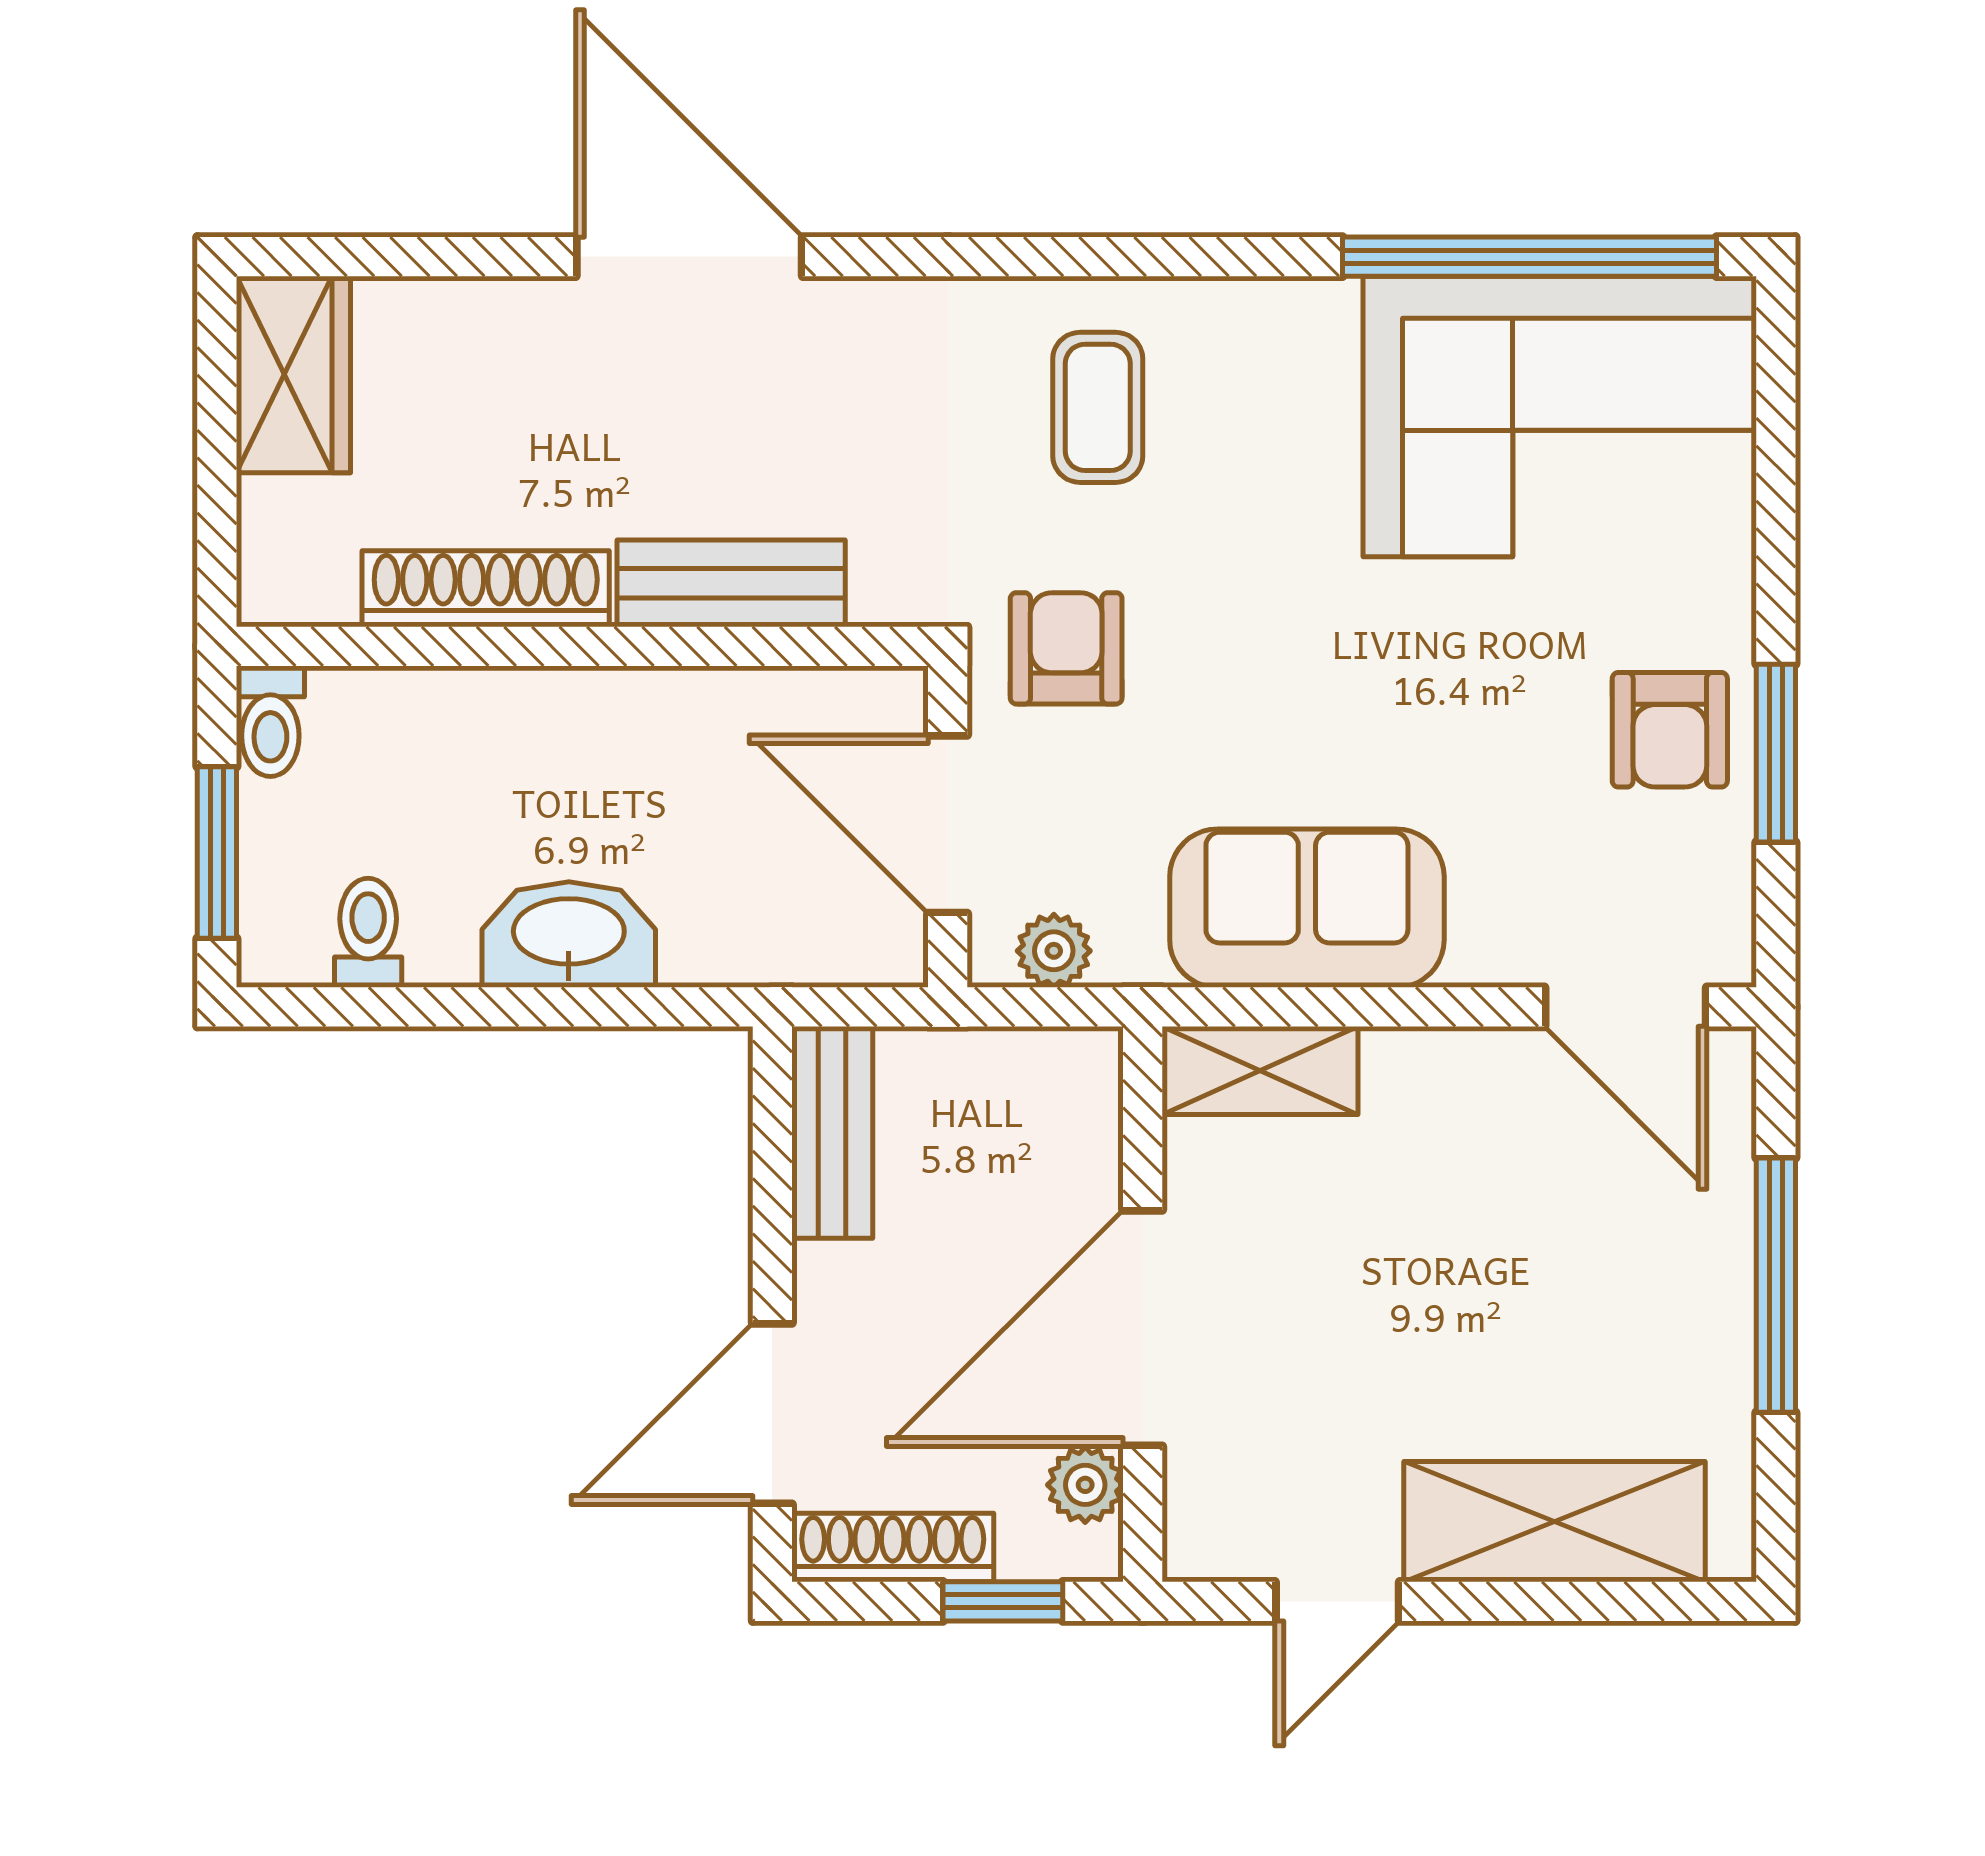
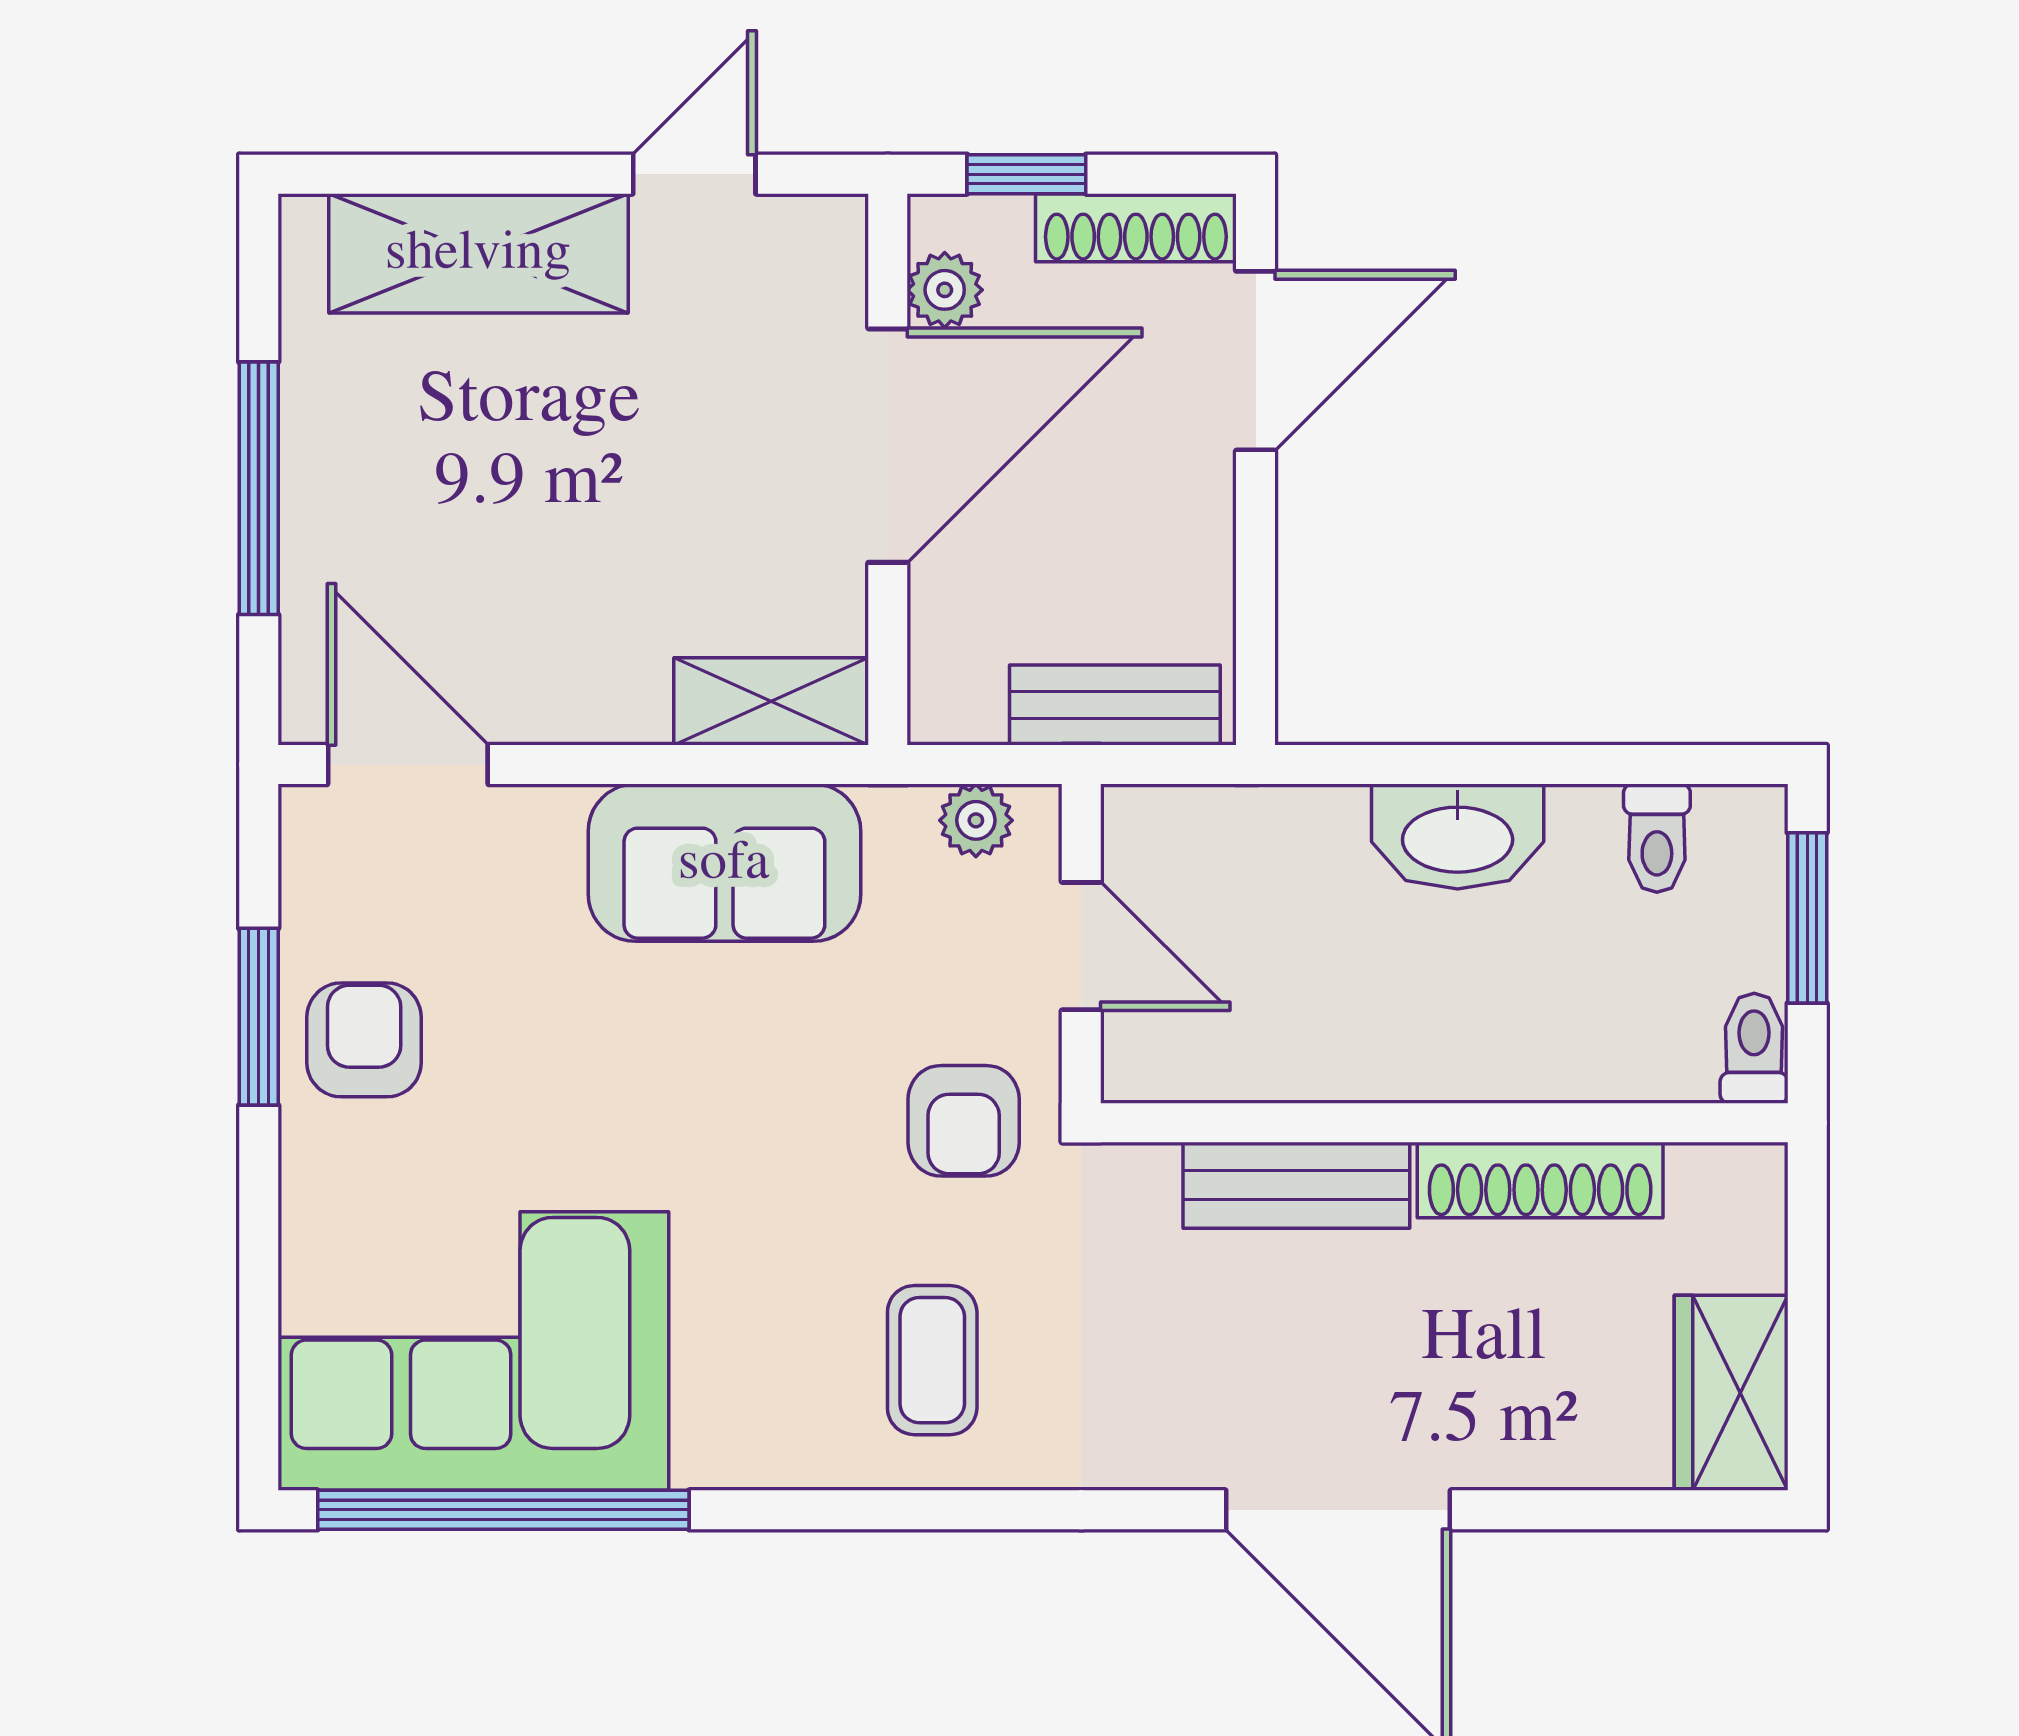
door: (948, 824) -> (1081, 946), width x0.73
bench: (832, 1132) -> (1115, 705), moved, turned 90

